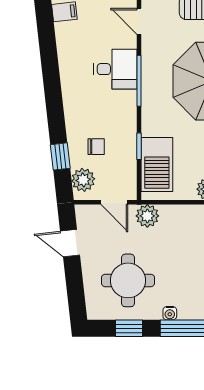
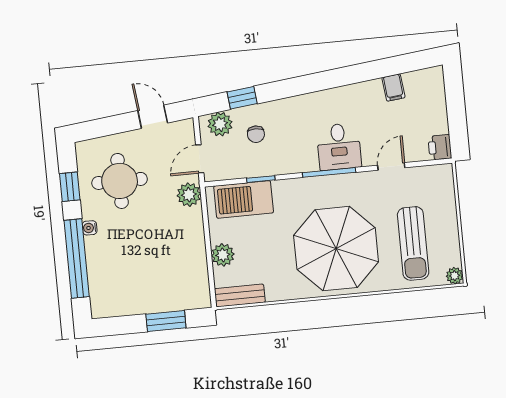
door: (70, 243) -> (153, 117), hinge flipped

